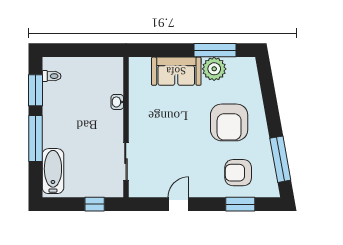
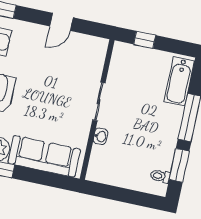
sofa: (176, 71) -> (44, 156), width x1.36
sliding door: (126, 161) -> (99, 102), moved

